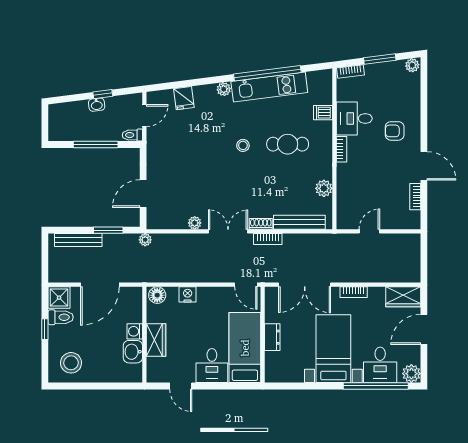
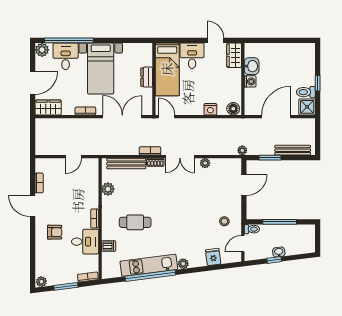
stool: (243, 145) -> (224, 221), moved
wardrobe: (156, 340) -> (234, 55), moved
stool: (71, 363) -> (298, 58), removed

